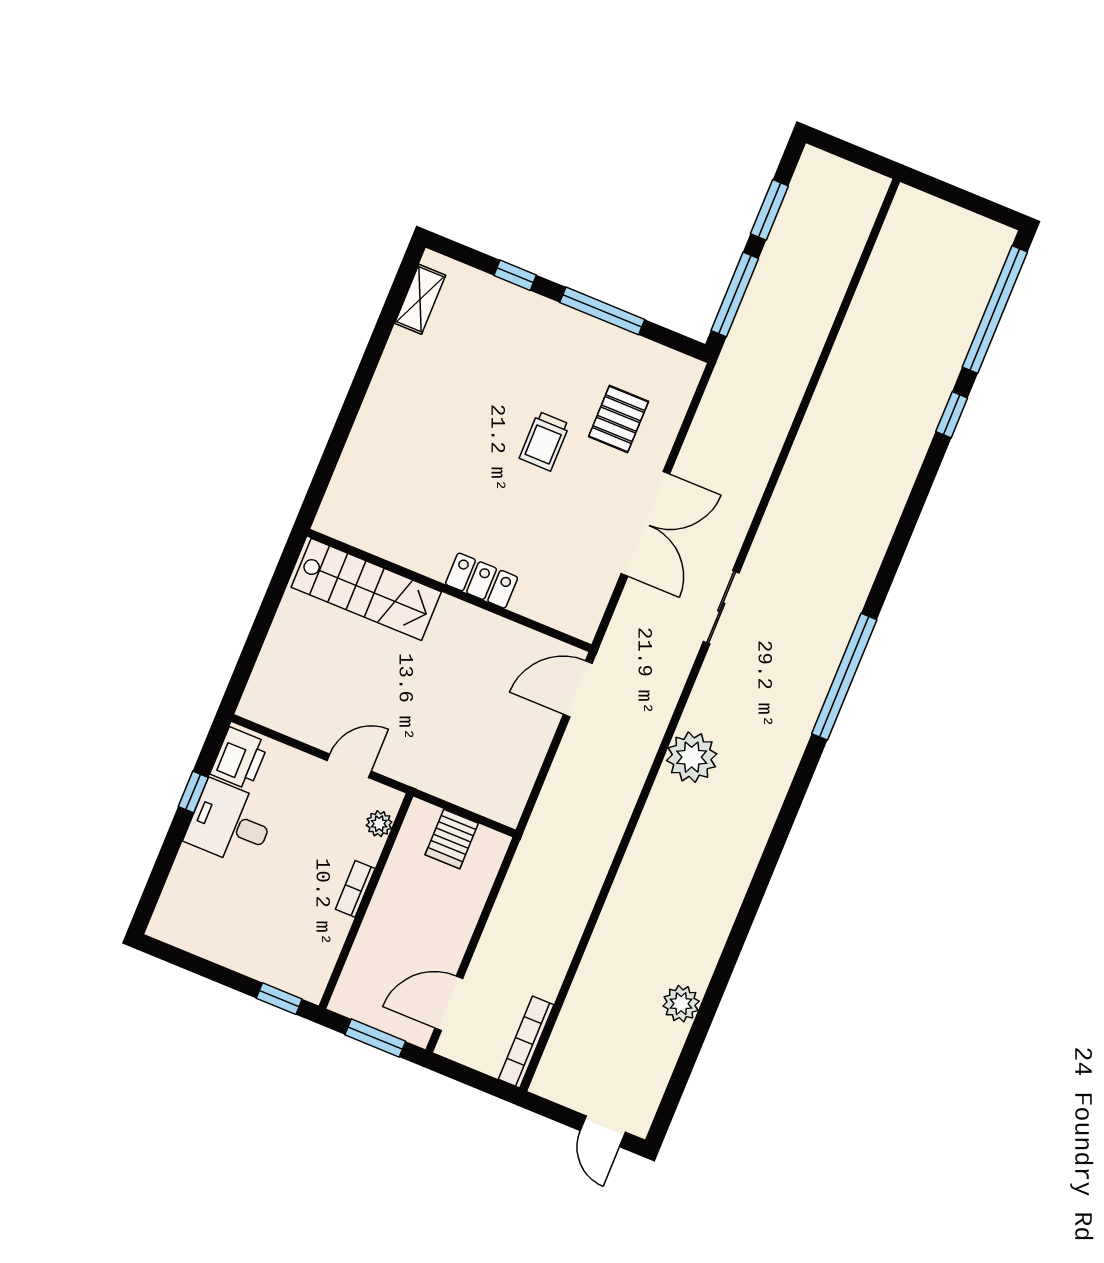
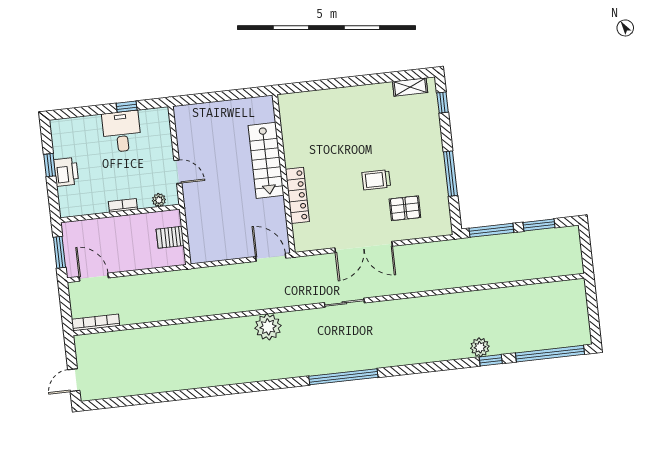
window: (515, 275) -> (443, 102), moved
locker: (482, 581) -> (297, 195), width x1.53
stairs: (366, 589) -> (266, 160), moved
printer: (239, 758) -> (66, 172), moved, turned -90
window: (279, 999) -> (50, 165), moved
plant: (681, 1004) -> (480, 347), moved

